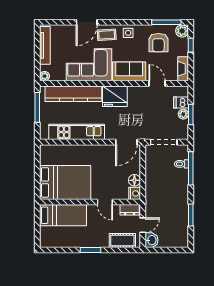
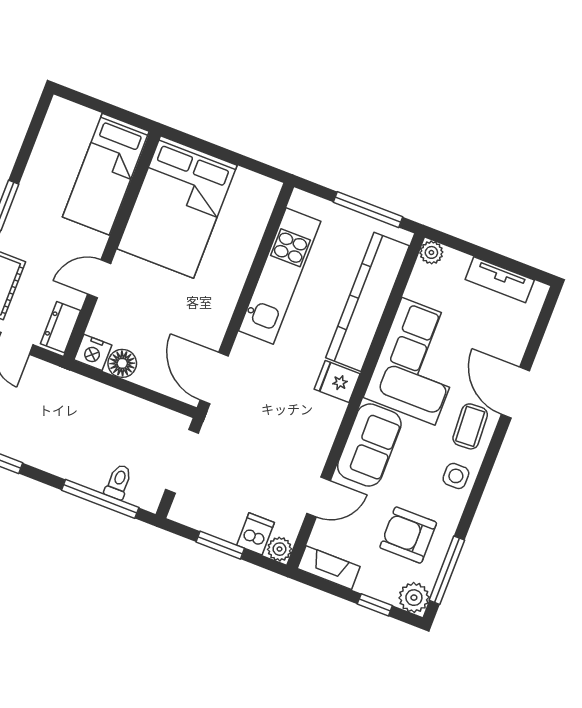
tv unit: (45, 45) -> (500, 280), width x0.71
fridge: (115, 96) -> (337, 382), width x0.53, depth x0.75
plant: (183, 114) -> (280, 549), moved

